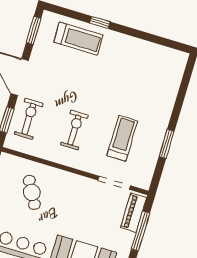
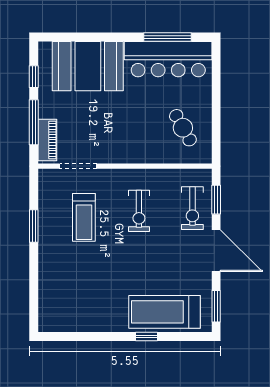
treadmill: (78, 39) -> (165, 312), width x1.37, depth x1.38
cafe table: (32, 192) -> (183, 128), moved

